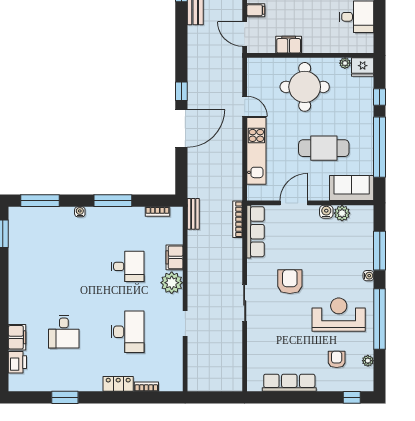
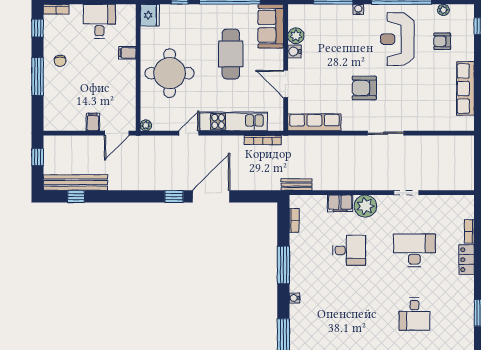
filing cabinet: (289, 45) -> (127, 53), moved, width x0.50
plant: (345, 63) -> (146, 125), moved
door: (181, 128) -> (211, 196), hinge flipped
bookcase: (238, 219) -> (263, 140), moved
desk: (127, 266) -> (349, 250), turned 90
desk: (64, 332) -> (414, 314), turned 90

